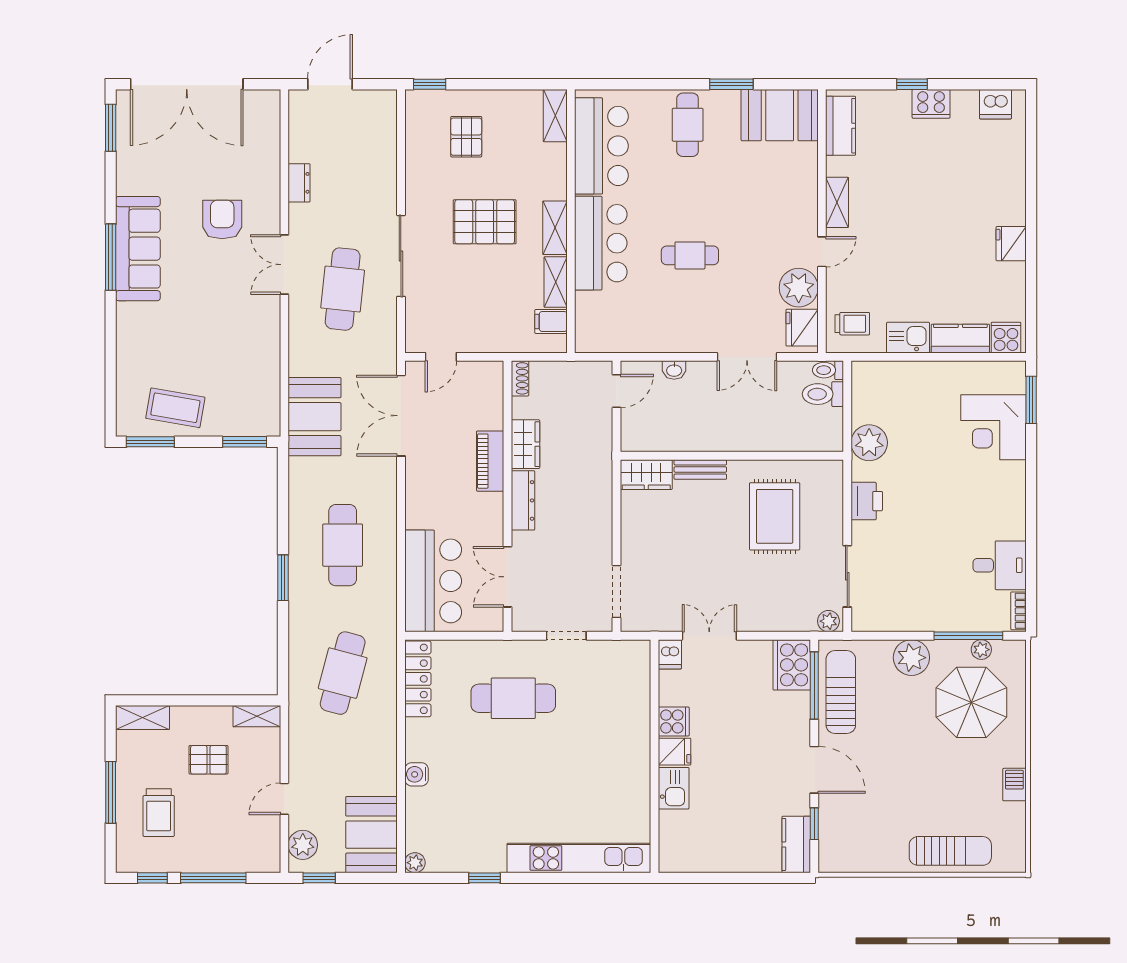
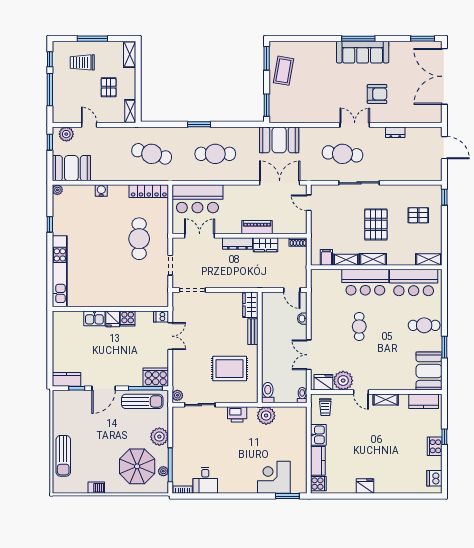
toilet: (823, 394) -> (268, 393), moved

